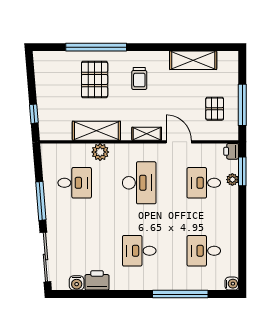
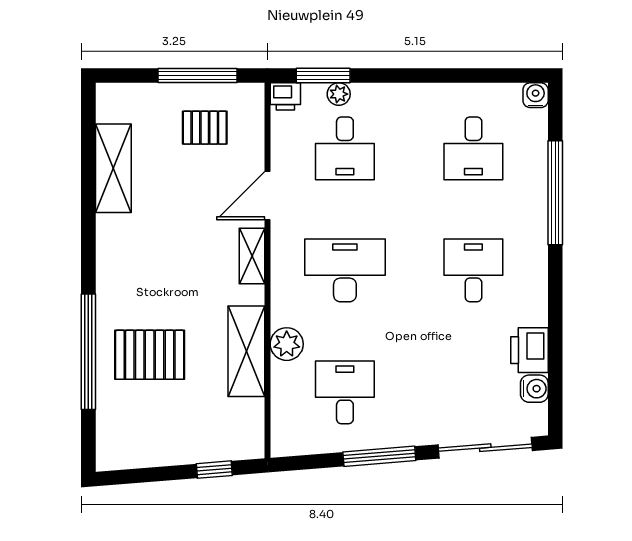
trolley: (139, 78) -> (148, 270), removed
desk: (139, 251) -> (473, 270), turned 180

